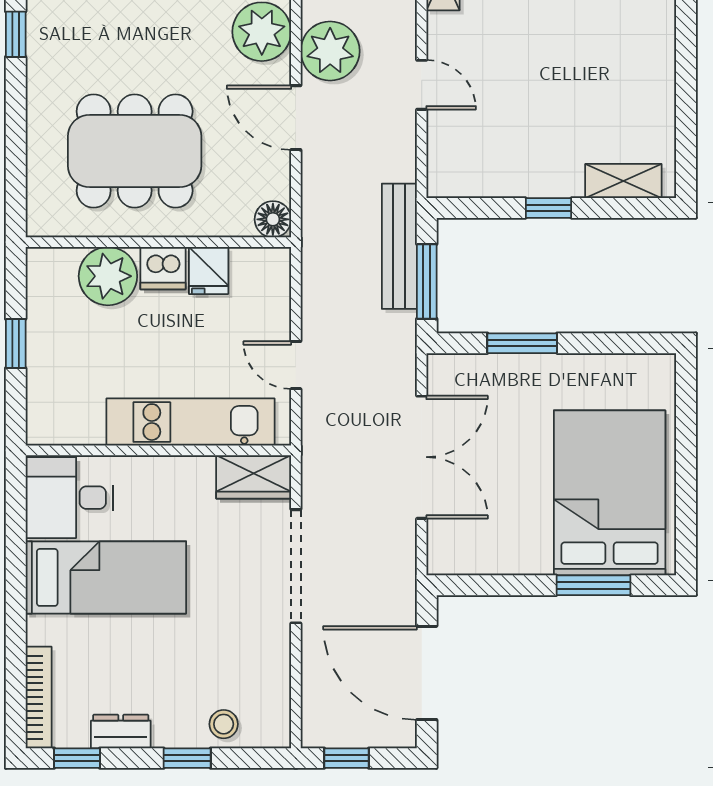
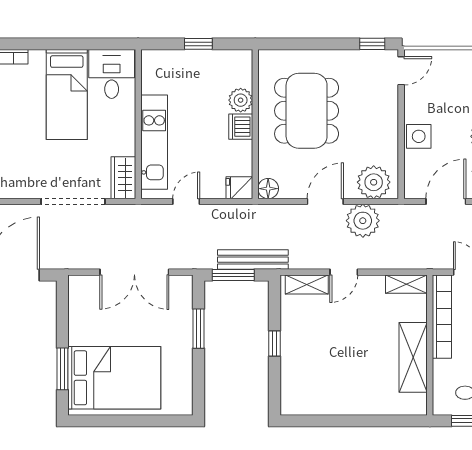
shelving: (623, 181) -> (307, 284), moved, turned 90
fridge: (209, 270) -> (239, 188), moved
plant: (108, 276) -> (241, 100), width x0.73, depth x0.73

